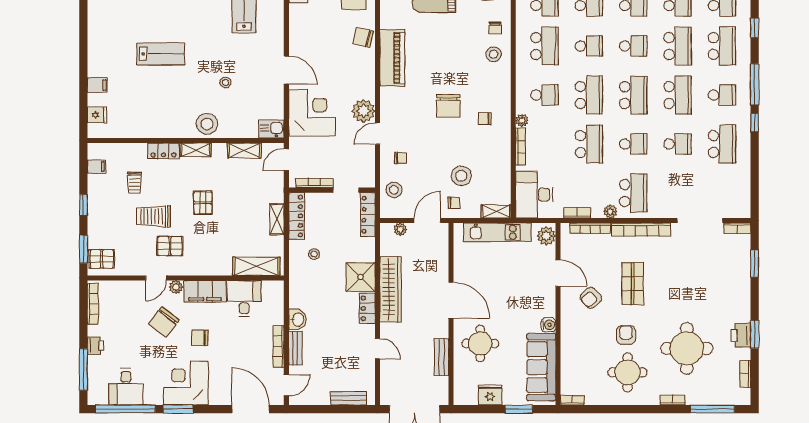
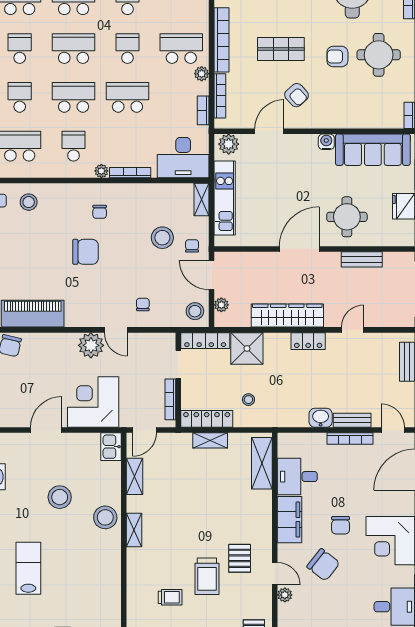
stool: (225, 82) -> (60, 497), width x1.89, depth x1.89
locker: (163, 151) -> (135, 565), removed
door: (286, 160) -> (145, 430), hinge flipped
stool: (394, 190) -> (195, 311), moved
pallet: (203, 203) -> (192, 522), removed
shower: (361, 277) -> (247, 348), moved
plant: (176, 287) -> (285, 595), moved

